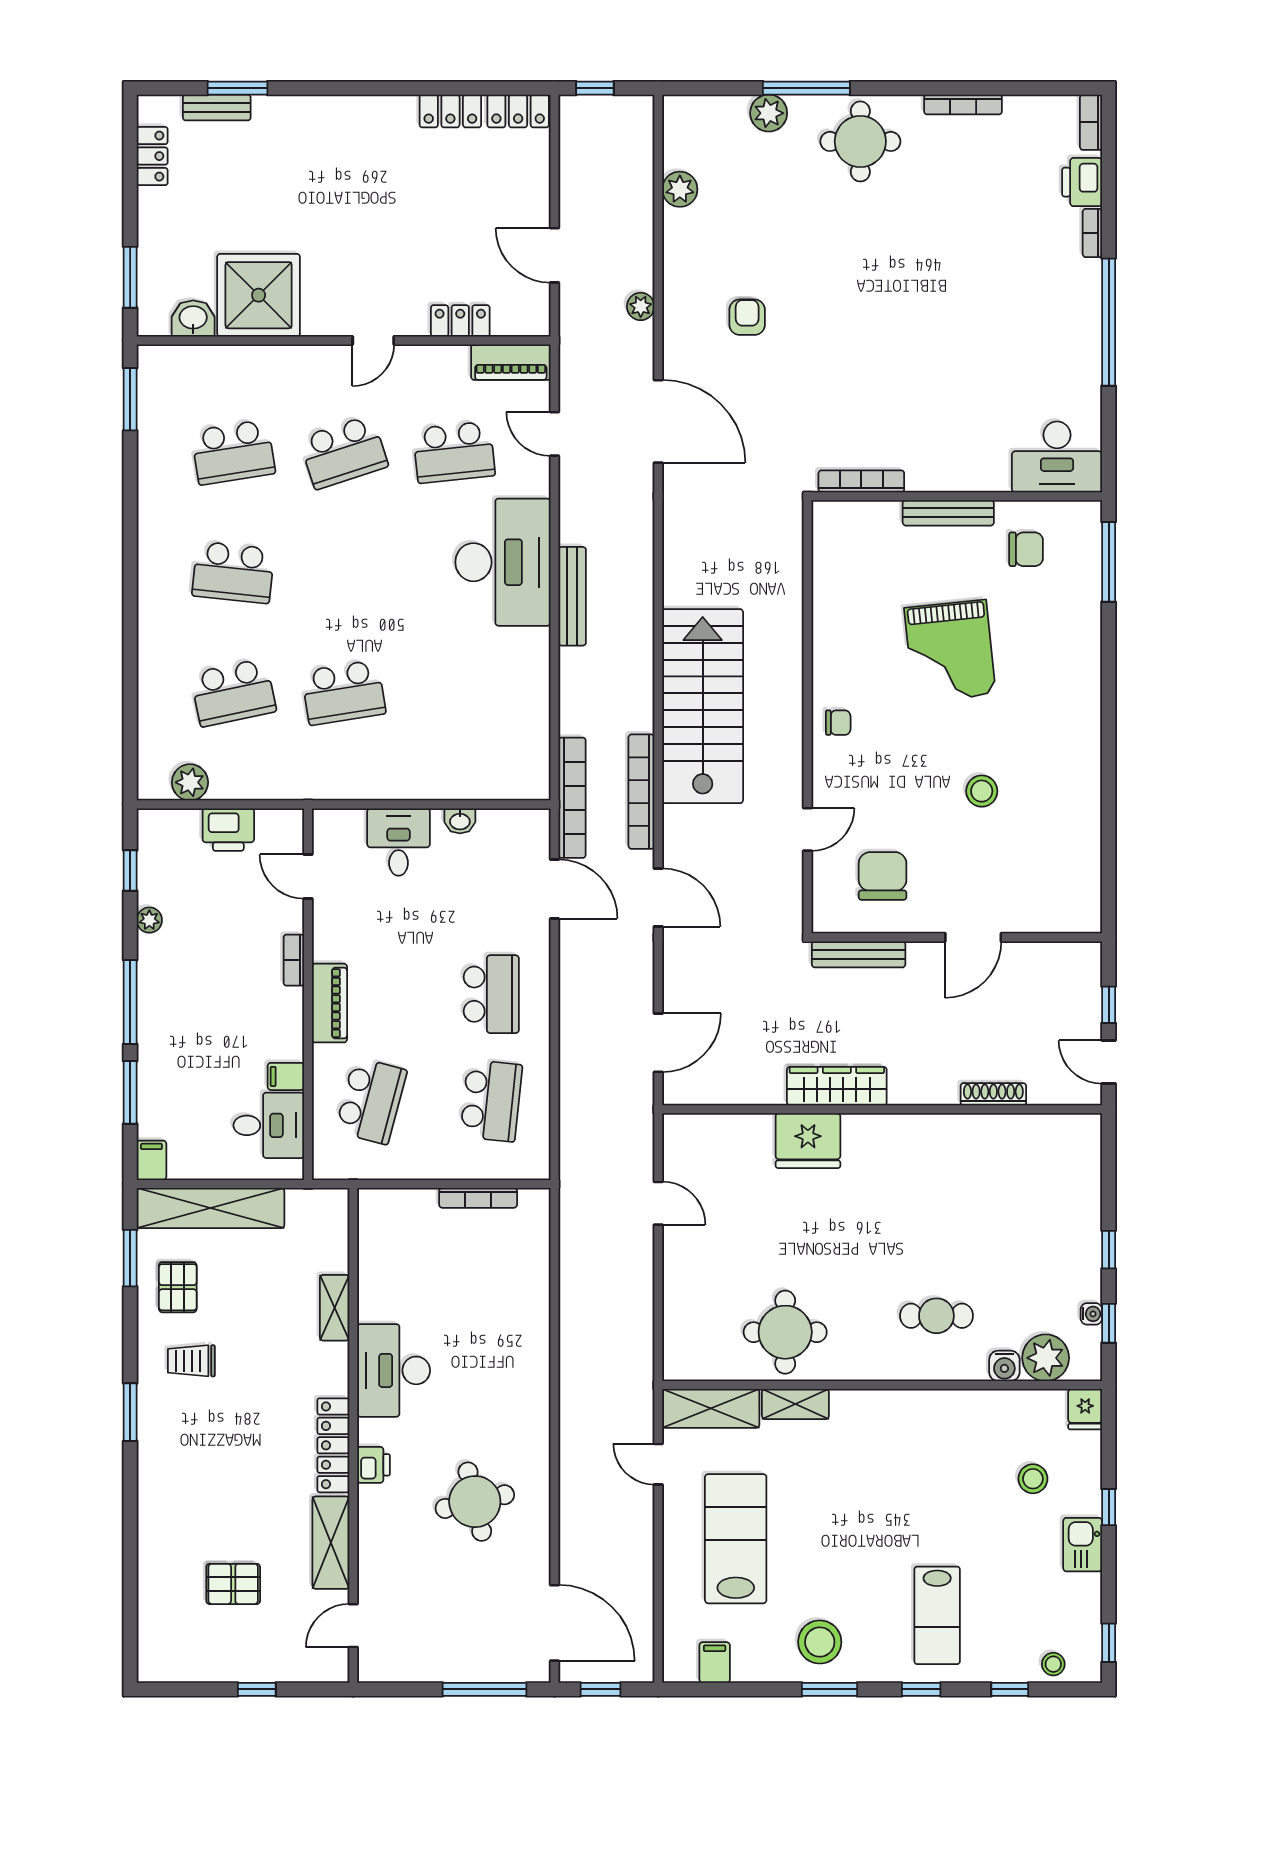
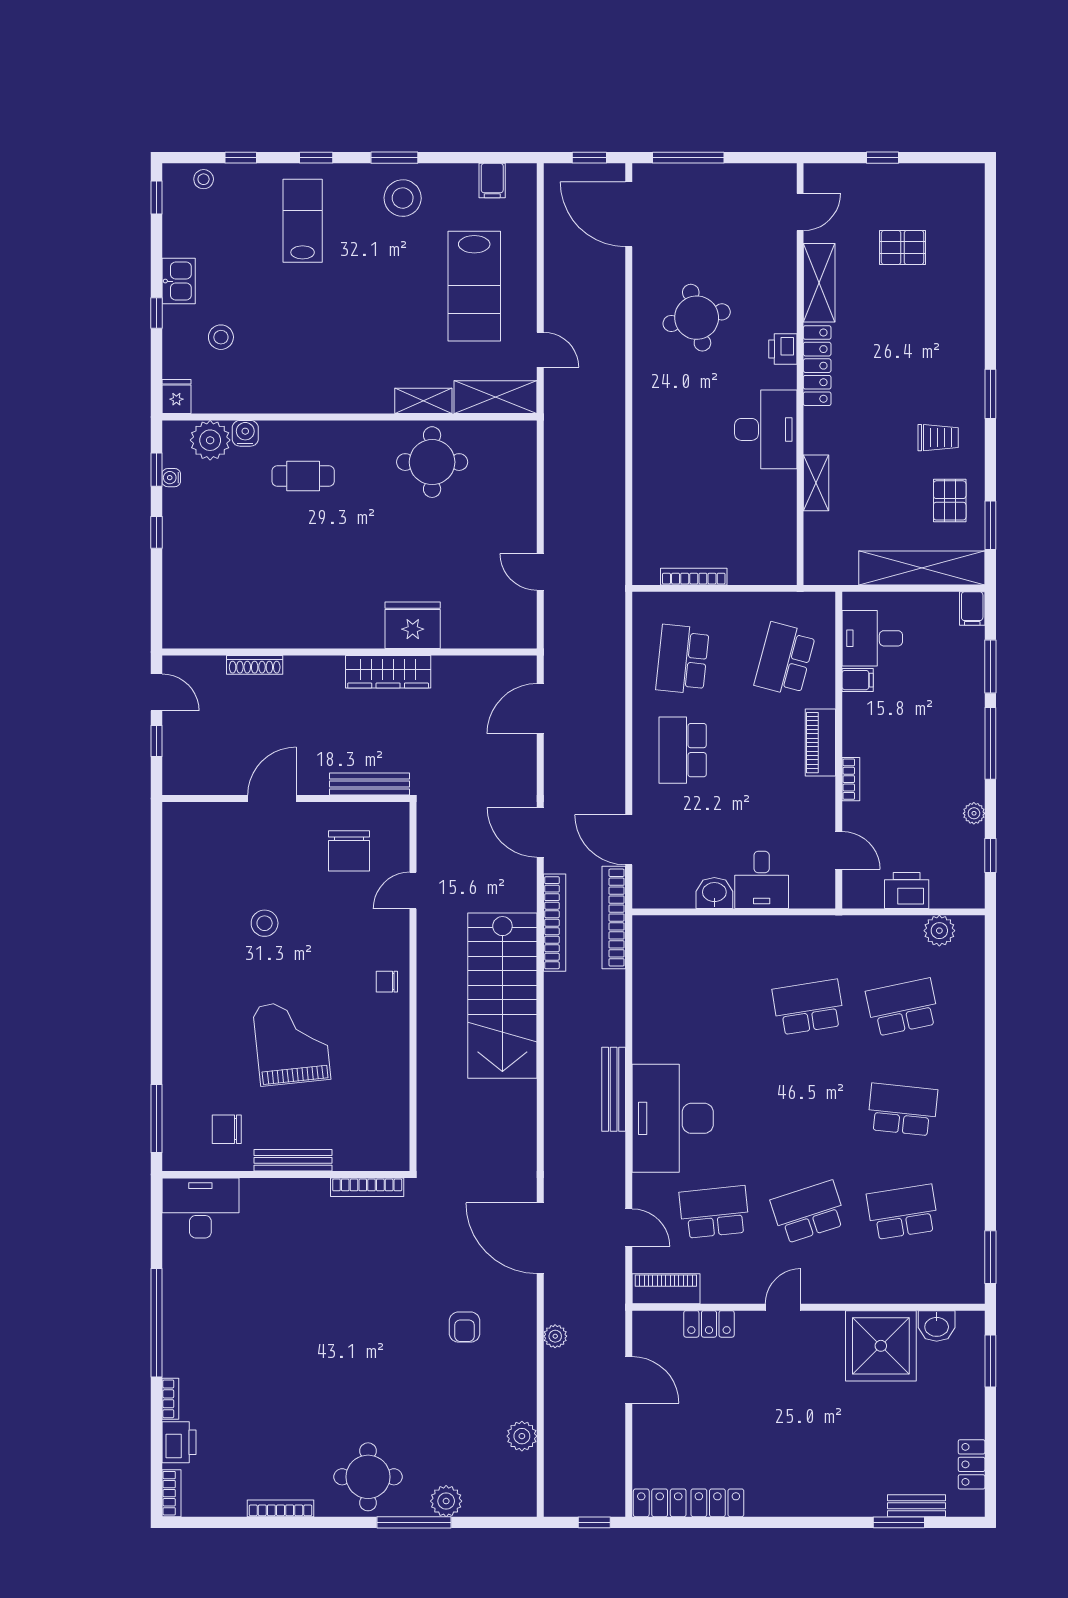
washbasin: (460, 821) -> (714, 893), width x1.38, depth x1.45

